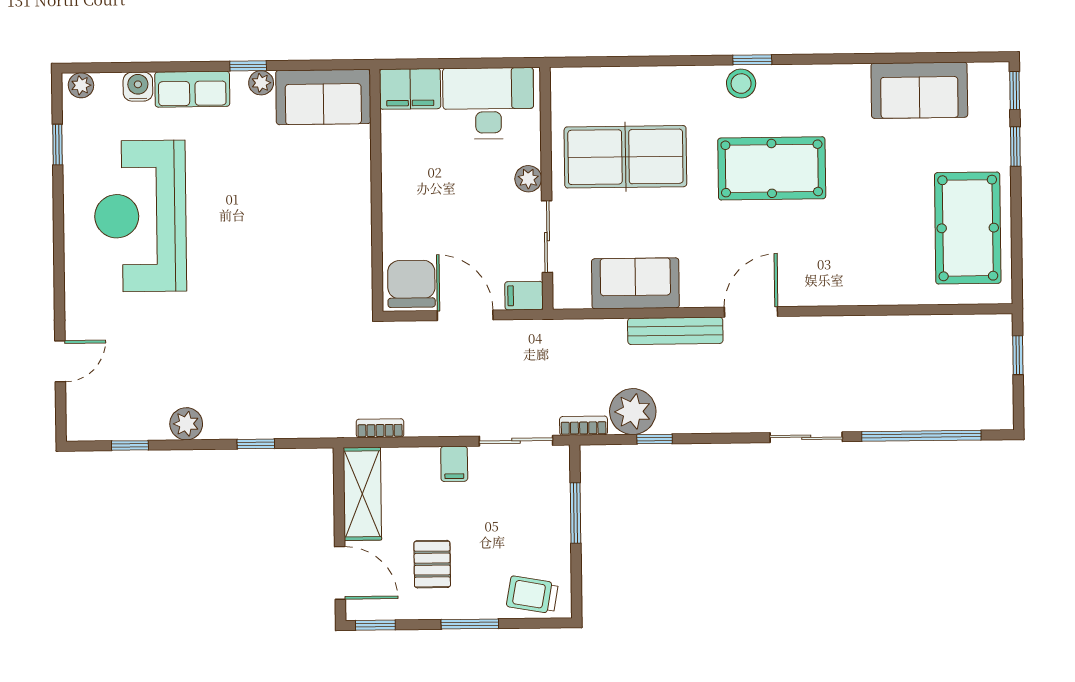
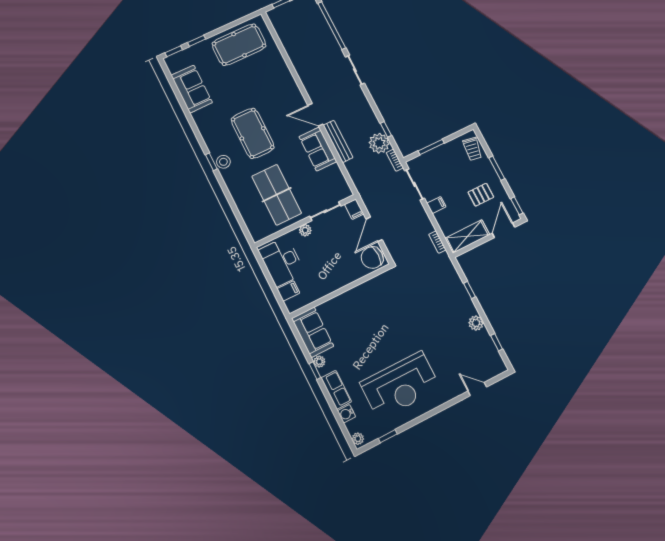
filing cabinet: (410, 89) -> (288, 291), width x0.50
sofa: (635, 283) -> (318, 149), moved

